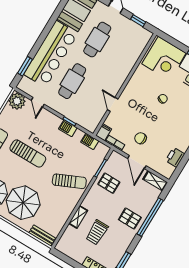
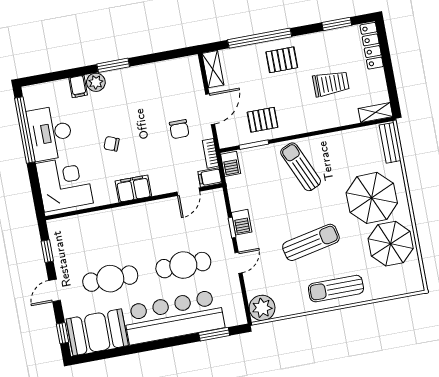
filing cabinet: (131, 90) -> (133, 189), added
door: (38, 102) -> (239, 263), moved
door: (113, 104) -> (188, 192), moved
barbecue: (90, 141) -> (231, 164), moved
sun lounger: (28, 154) -> (311, 242), turned 78
printer: (175, 157) -> (166, 70), removed
pallet: (109, 183) -> (263, 120), turned 90
shelving: (78, 217) -> (376, 113), moved
pallet: (130, 219) -> (282, 60), turned 90

